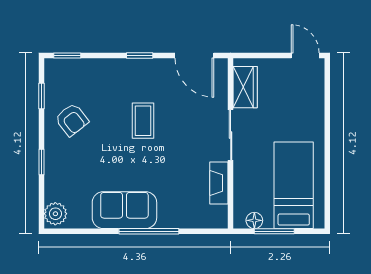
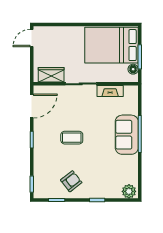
bed: (294, 185) -> (111, 45), width x1.50
sofa: (124, 210) -> (127, 135), moved

